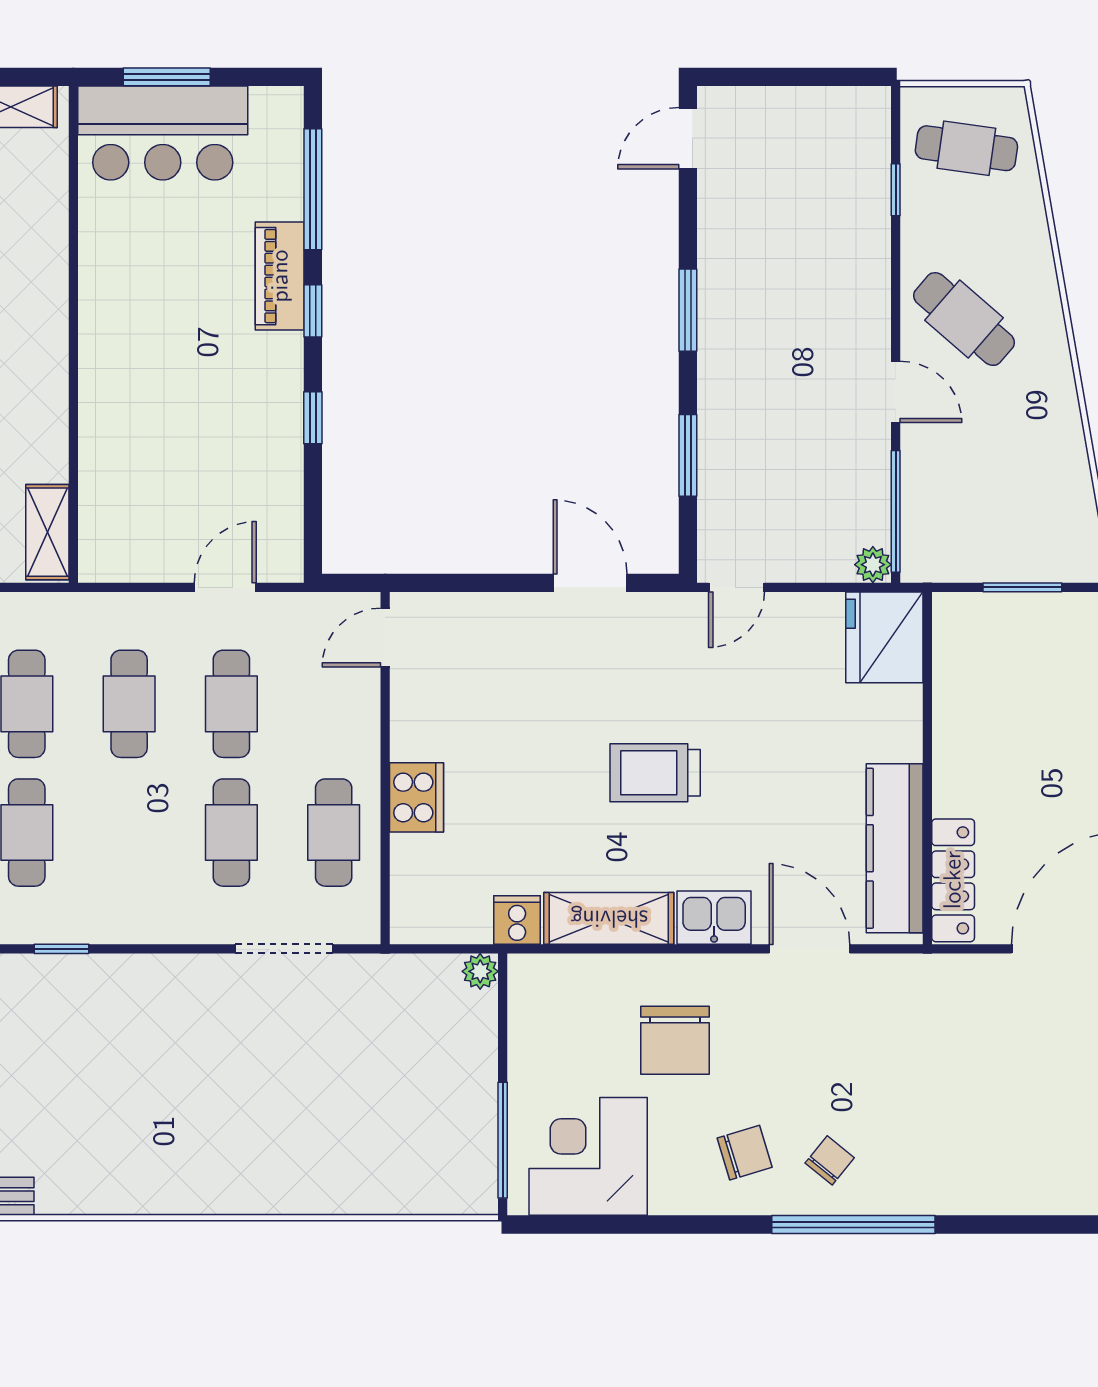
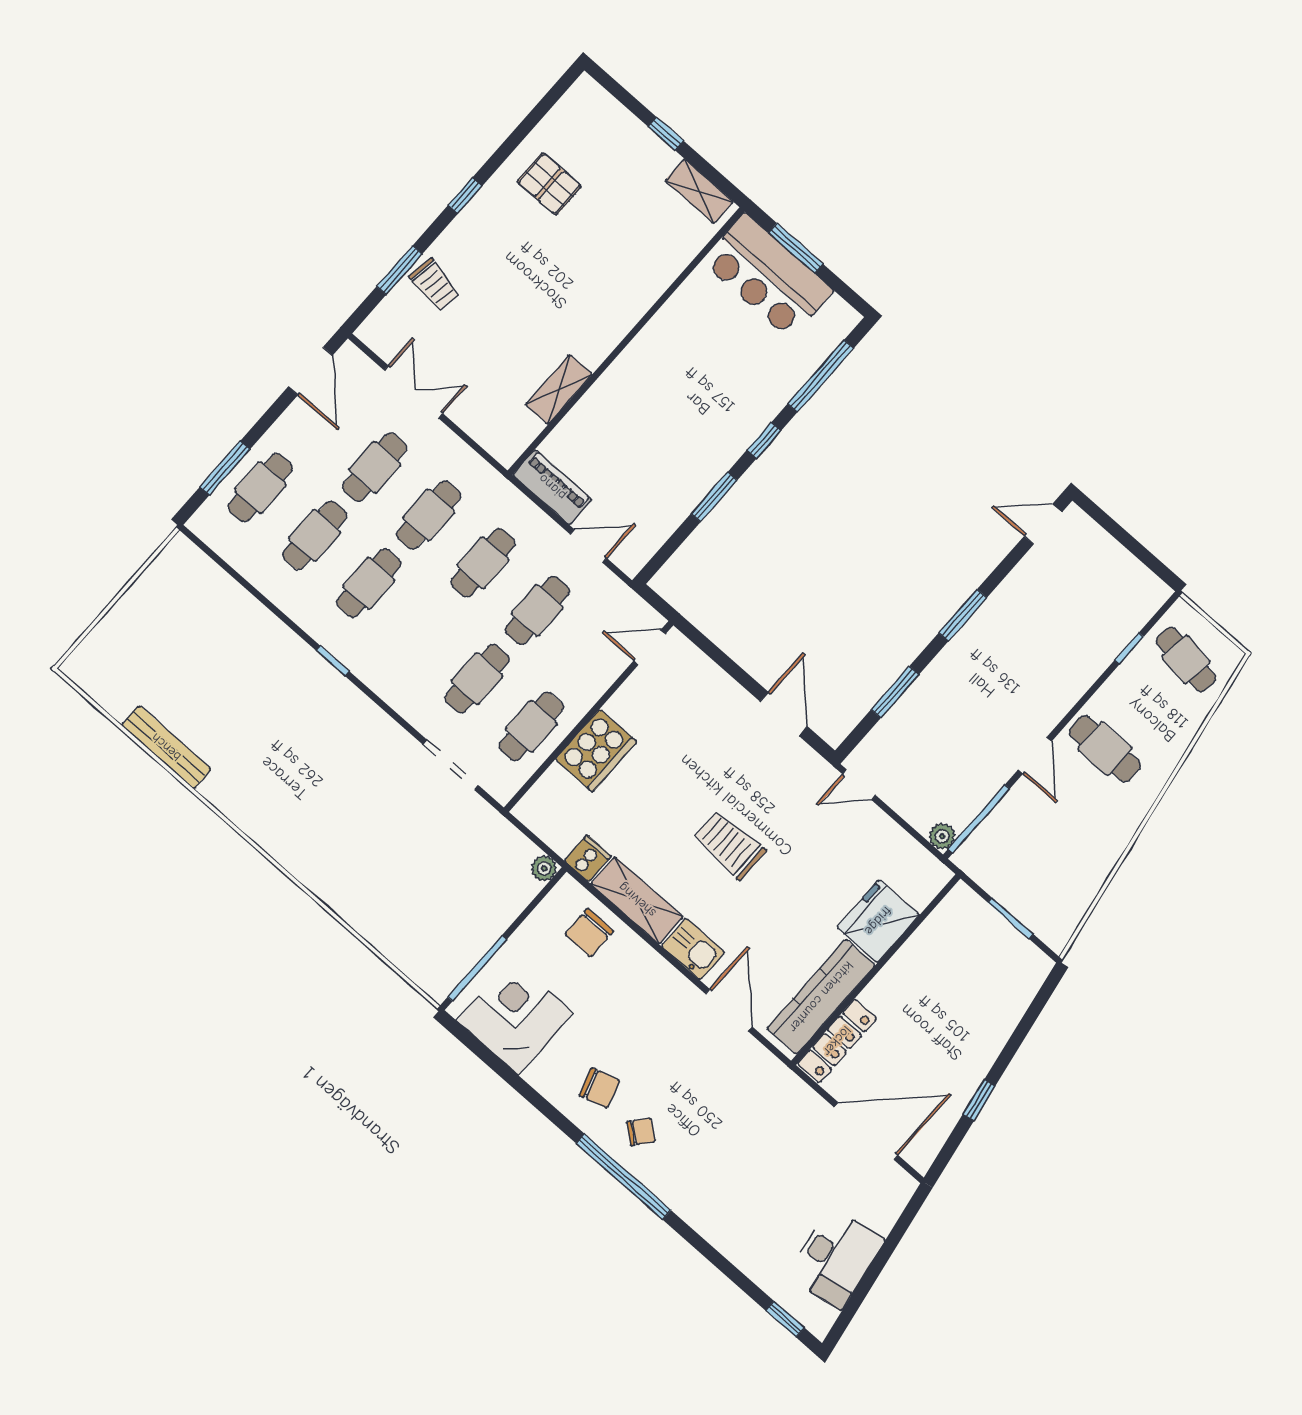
piano: (280, 276) -> (552, 487), moved, turned 90
cafe table: (964, 319) -> (1105, 749), turned -41
window: (313, 418) -> (714, 497), width x1.50
shelving: (47, 532) -> (559, 389), moved
fridge: (884, 637) -> (878, 921), moved
cooker: (417, 797) -> (596, 750), width x1.37, depth x1.31
chair: (675, 1040) -> (589, 933), moved, width x0.73, depth x0.73

